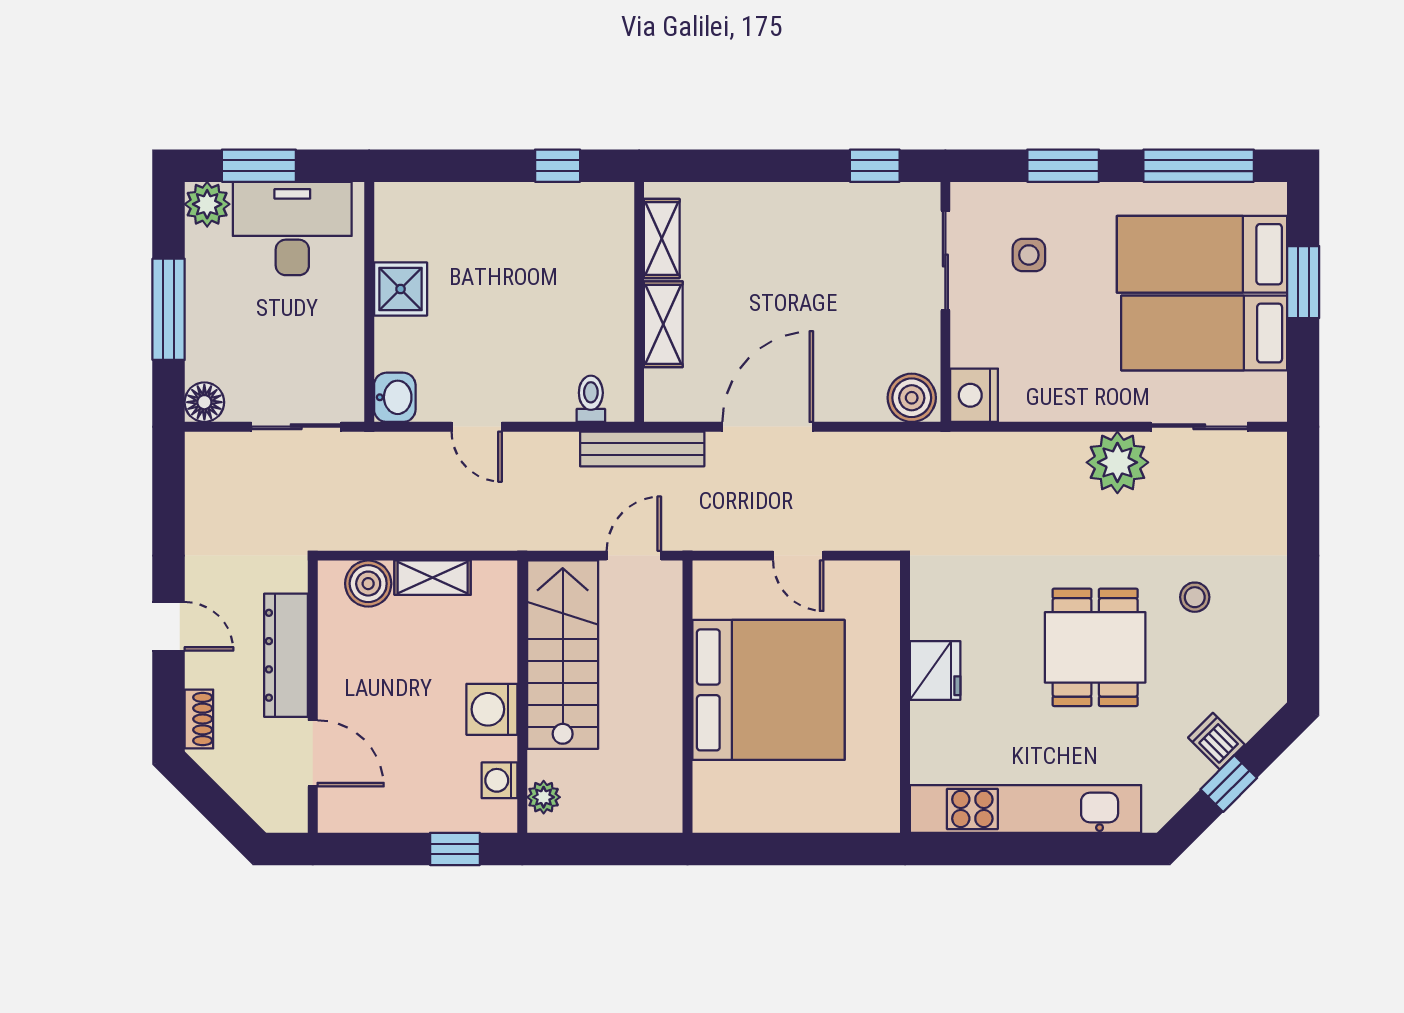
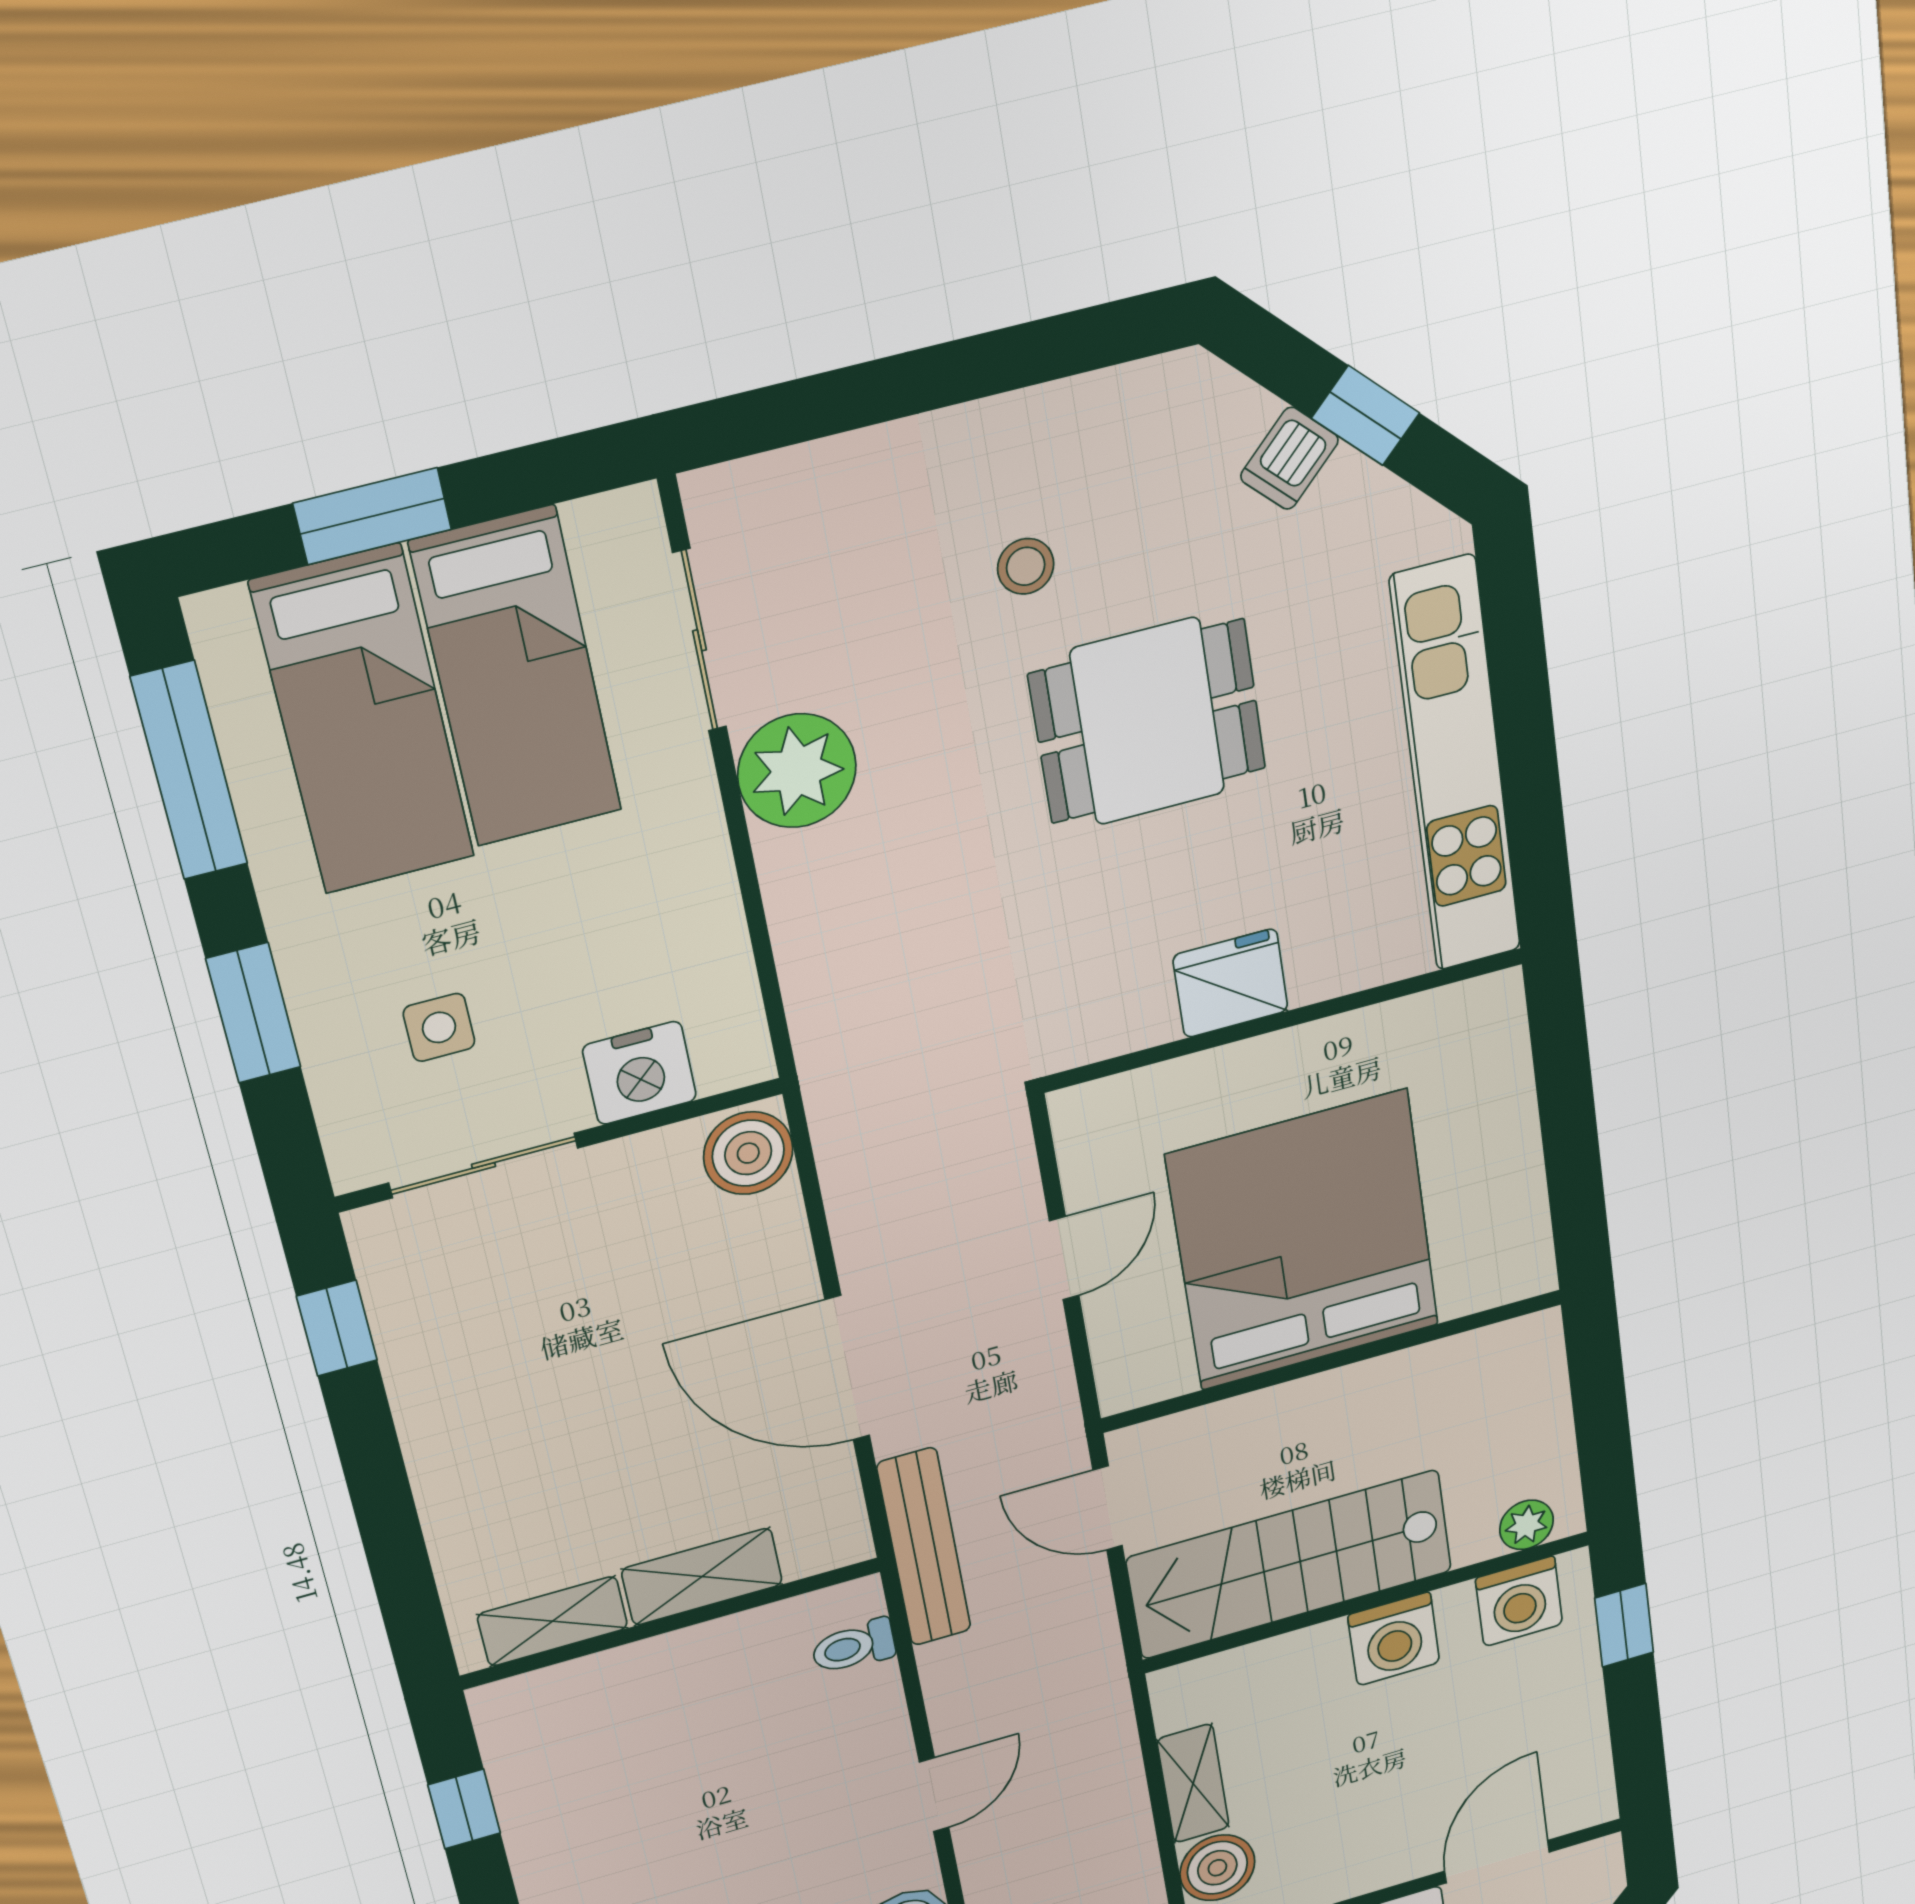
nightstand: (974, 395) -> (639, 1073), moved
washing machine: (500, 780) -> (1519, 1601), width x1.38, depth x1.38

